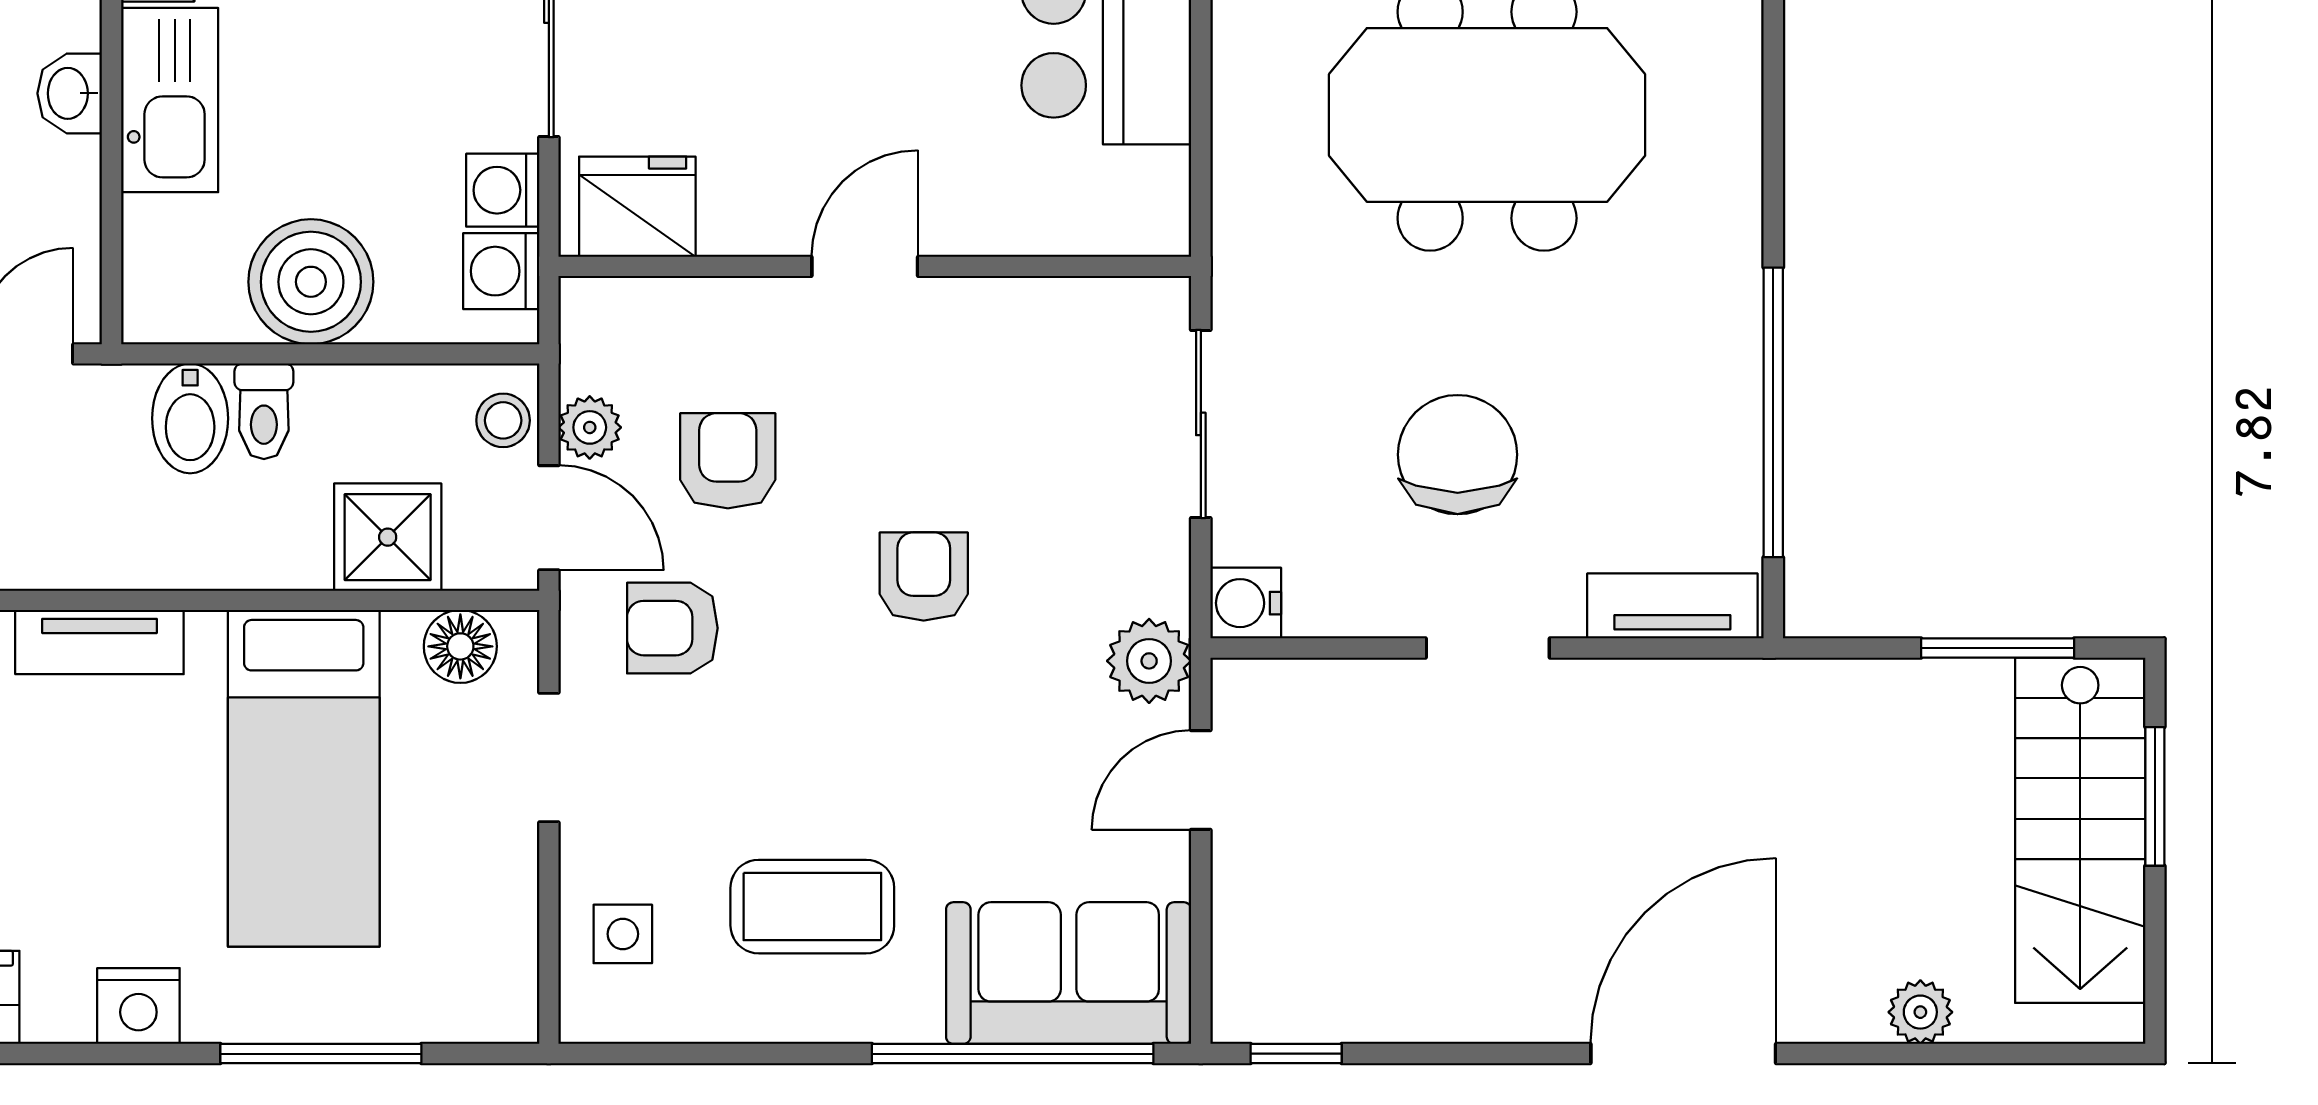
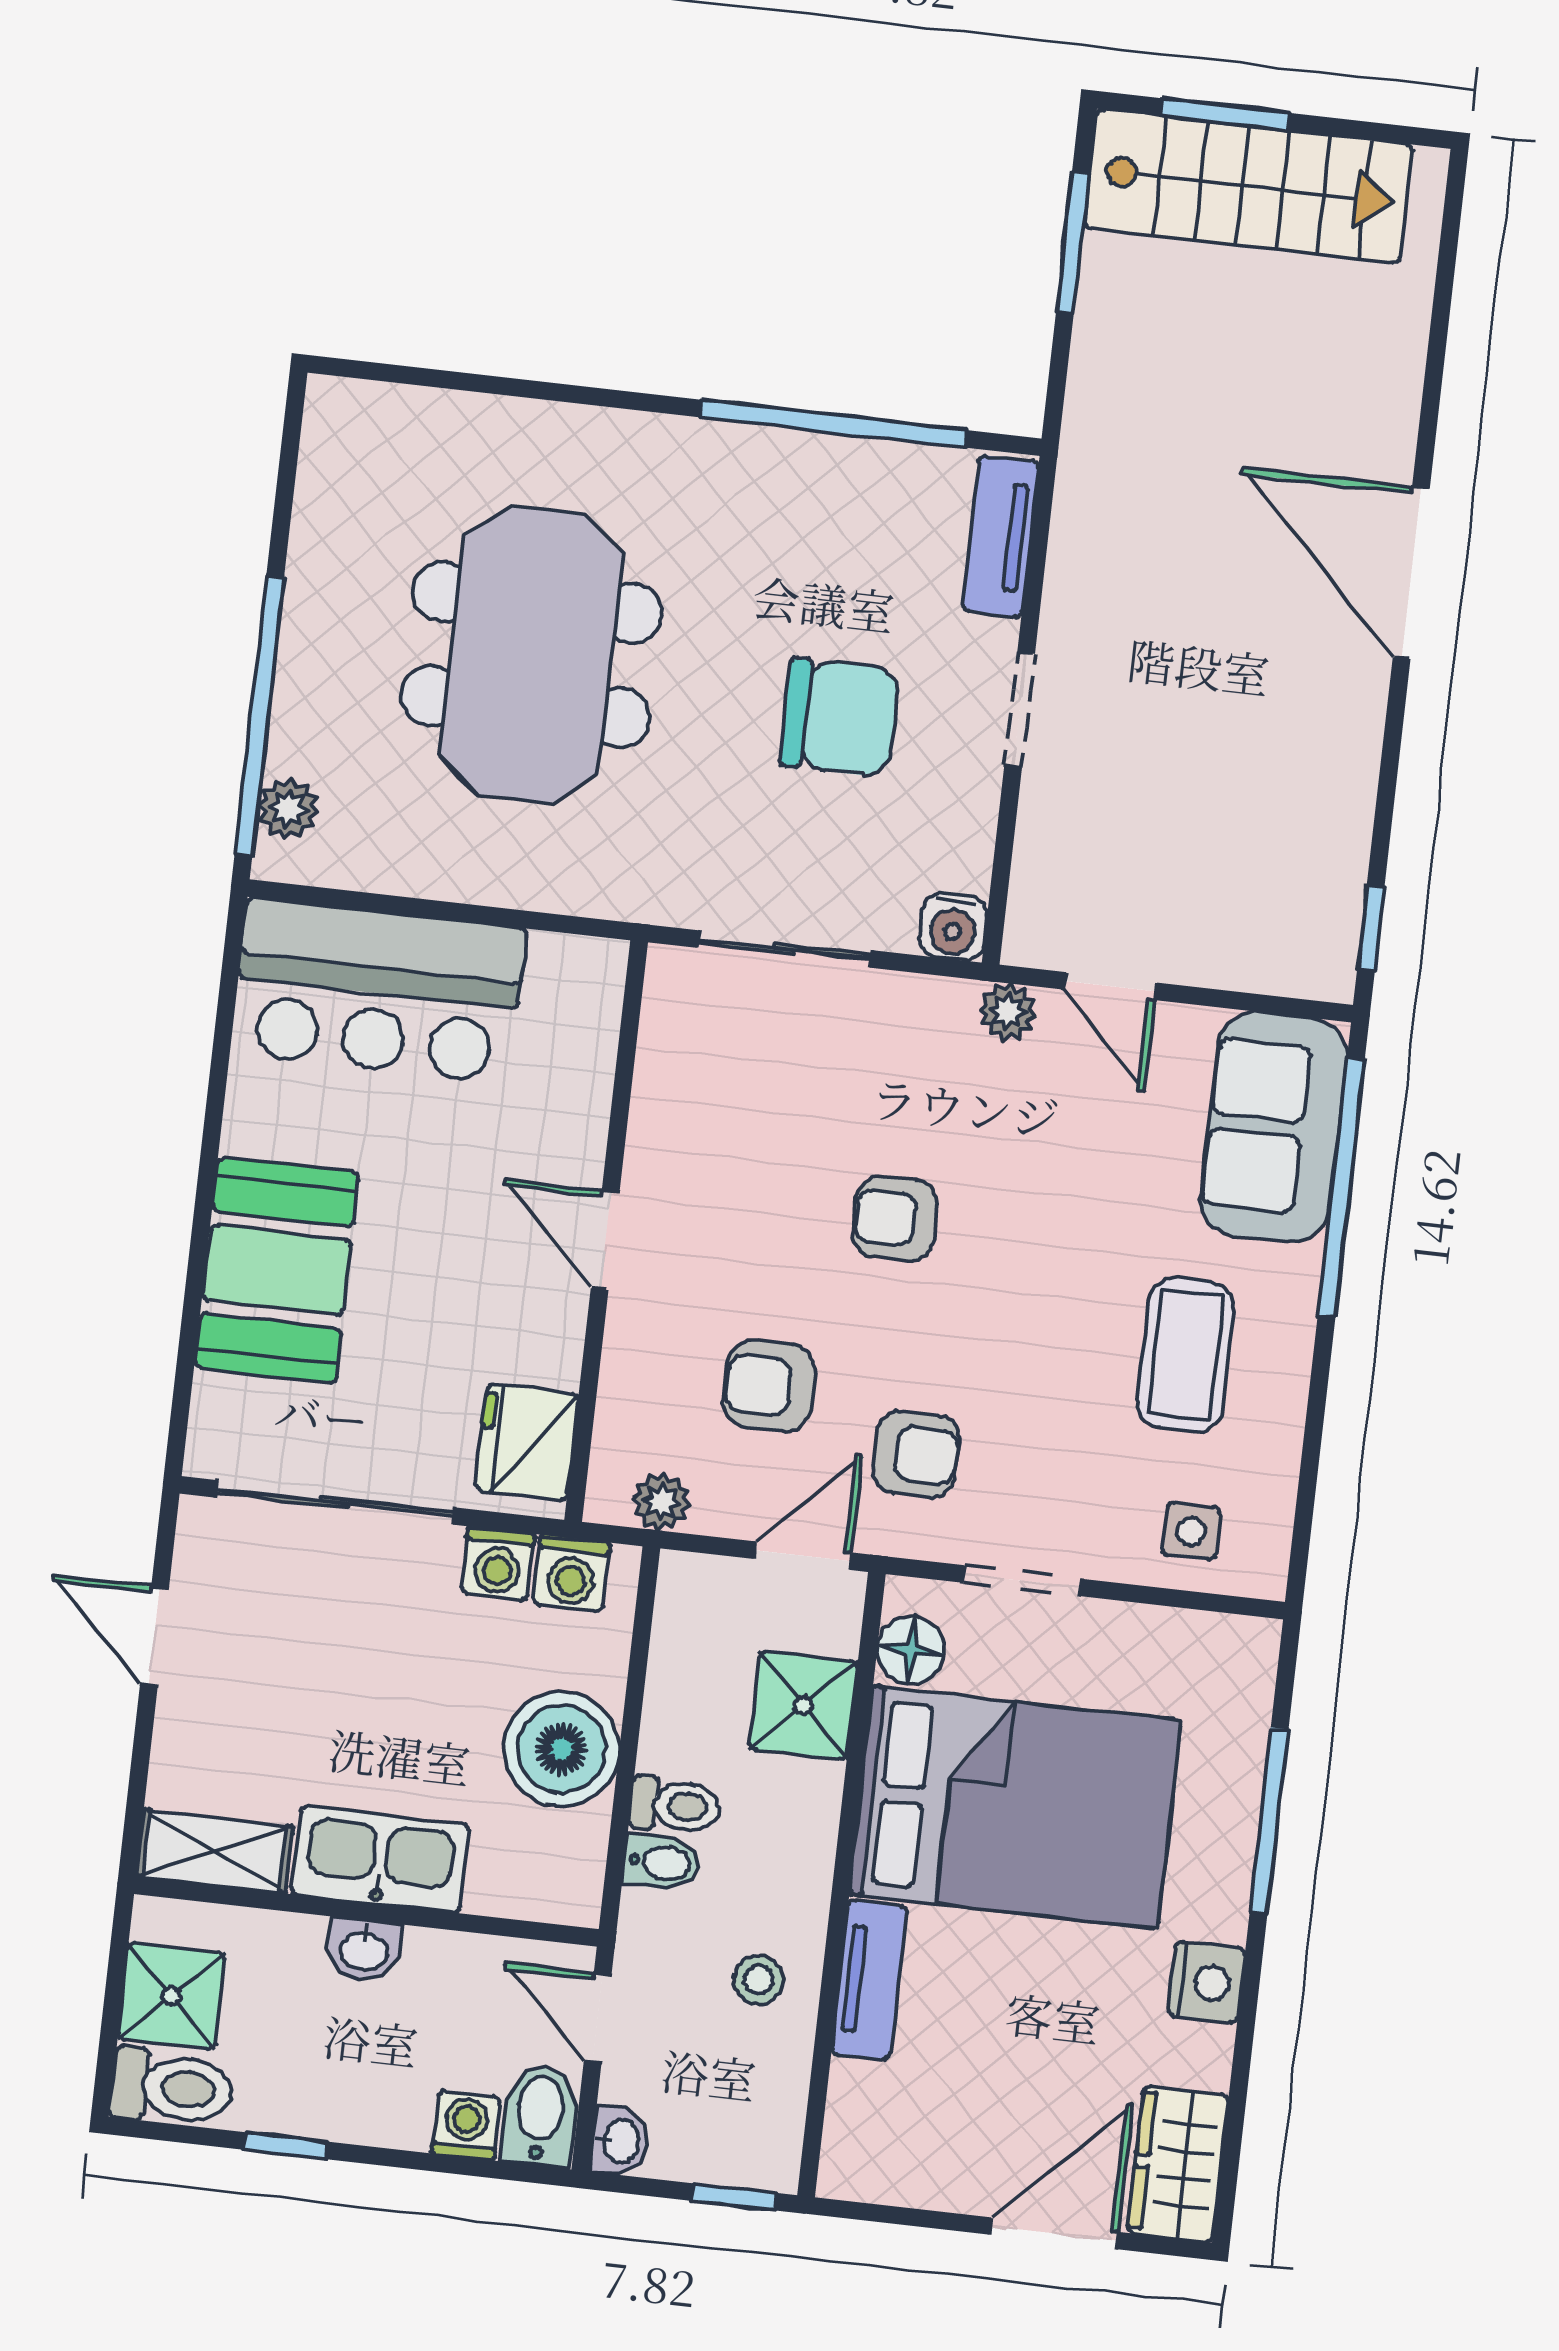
bidet: (190, 418) -> (662, 1863), width x0.72, depth x0.74
stool: (503, 420) -> (759, 1980), moved
plant: (590, 427) -> (662, 1502), moved
chair: (1458, 455) -> (839, 717), turned 180
armchair: (672, 628) -> (916, 1454), turned -90
plant: (1149, 661) -> (1008, 1012), width x0.73, depth x0.73
bed: (304, 778) -> (1015, 1807), width x1.50
plant: (1920, 1012) -> (1398, 352), removed

